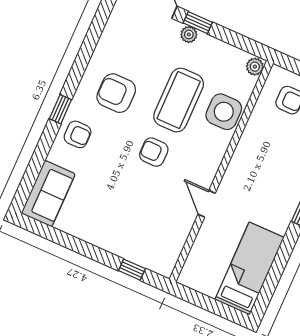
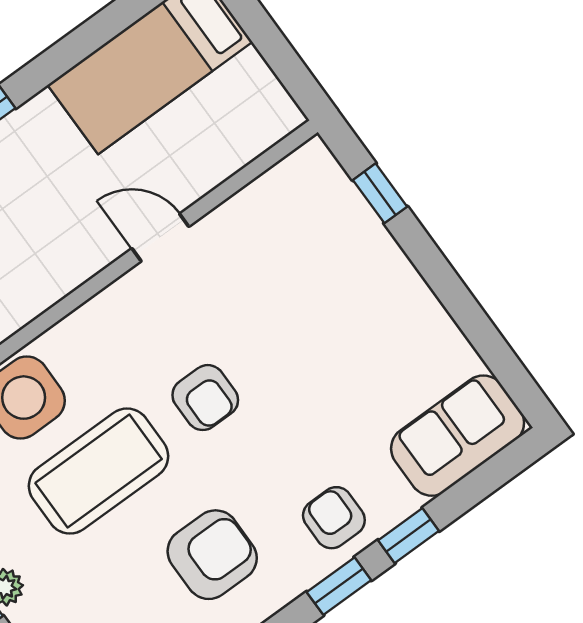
armchair: (116, 93) -> (212, 555), turned -90
window: (45, 144) -> (409, 536), added
door: (207, 204) -> (160, 238), swing flipped

